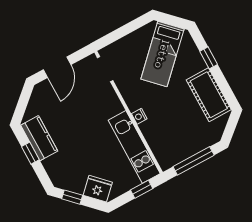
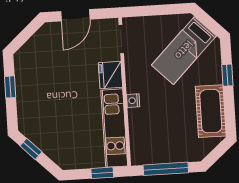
kitchen counter: (39, 138) -> (26, 76), removed
fridge: (98, 189) -> (111, 75), moved, turned -135

